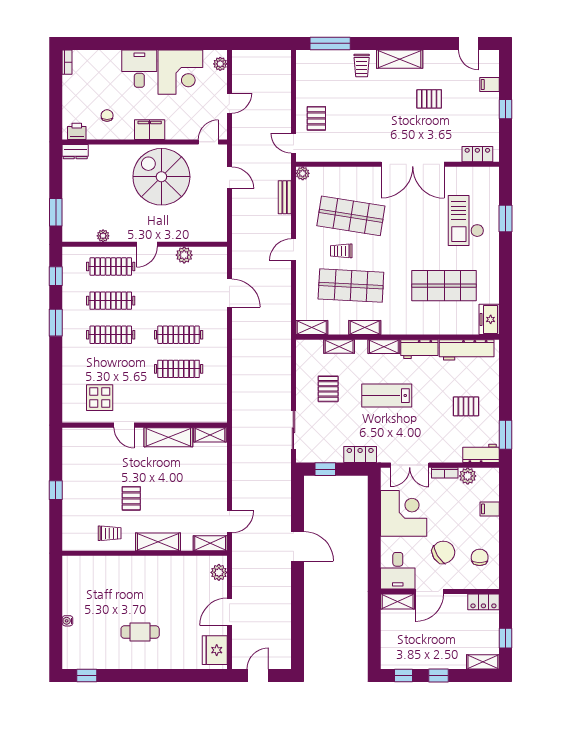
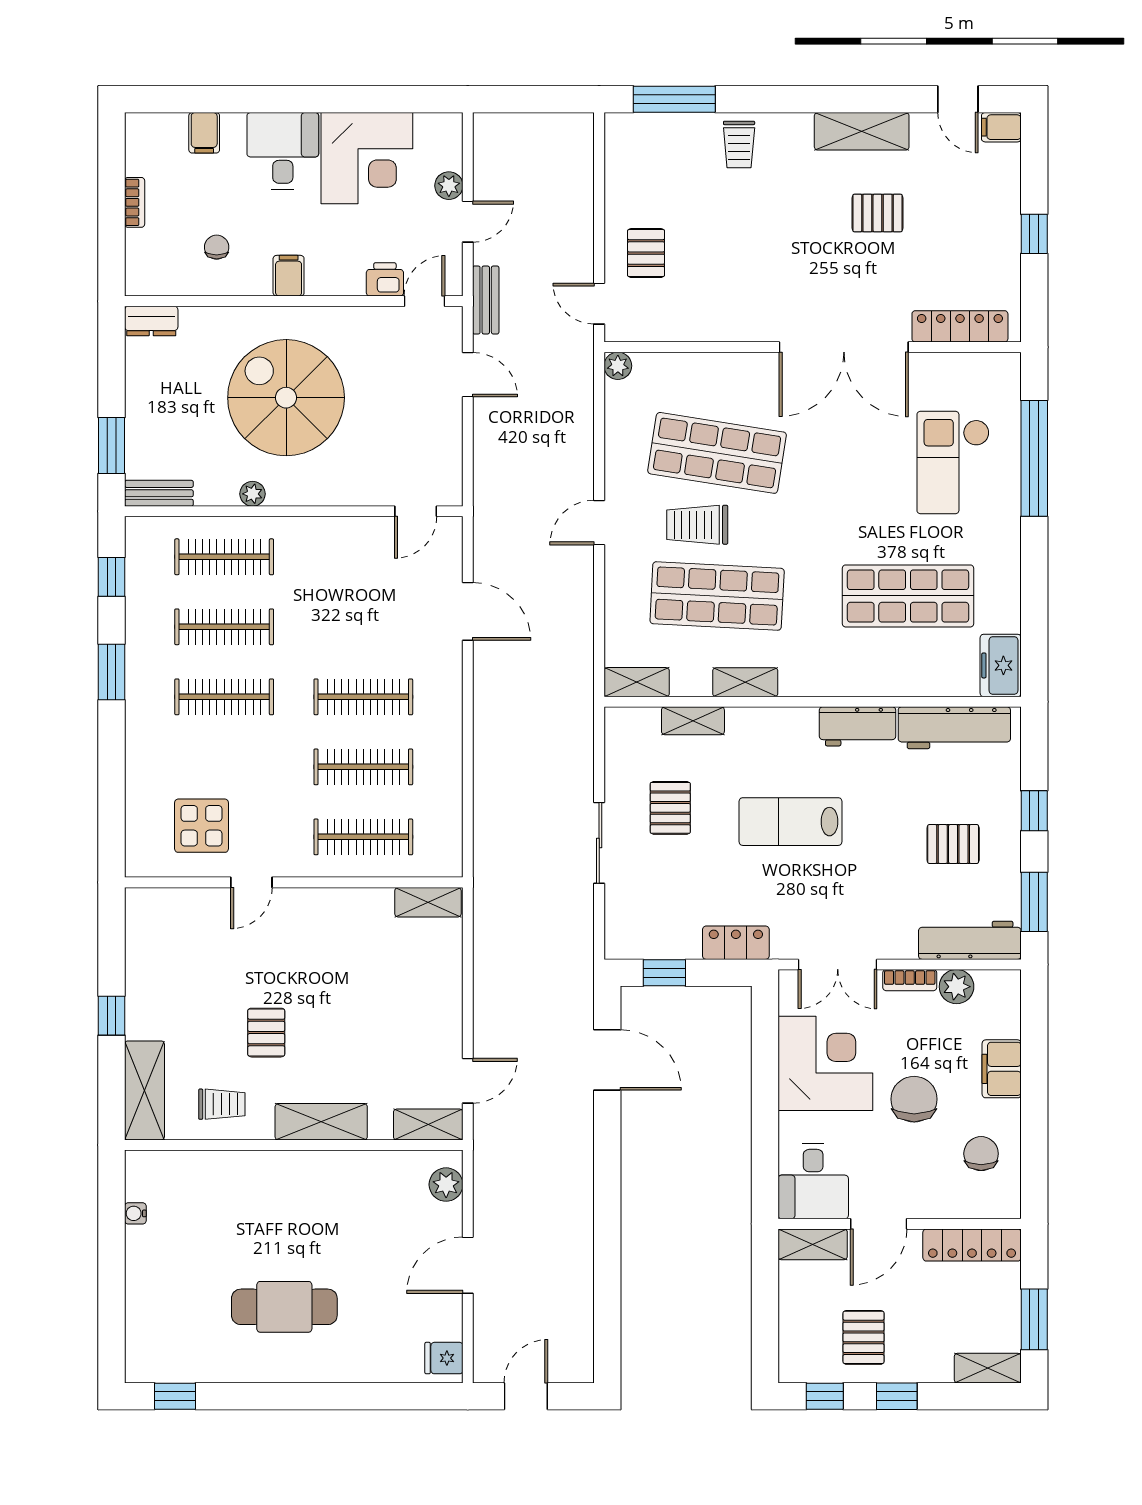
shelving: (400, 59) -> (862, 131), moved
filing cabinet: (101, 60) -> (204, 133), added
bookcase: (67, 62) -> (135, 202), moved
plant: (220, 64) -> (449, 186), moved
filing cabinet: (489, 84) -> (1001, 127), moved
filing cabinet: (150, 130) -> (289, 276), width x0.50
printer: (77, 131) -> (385, 279), moved
locker: (477, 154) -> (960, 326), width x1.53
spiral stairs: (161, 177) -> (286, 398), moved
bench: (285, 197) -> (486, 300), moved
window: (505, 218) -> (1034, 458), width x2.11
bench: (79, 236) -> (159, 493), added
plant: (103, 236) -> (253, 494), moved
door: (147, 244) -> (416, 511), moved
trolley: (341, 251) -> (697, 525), width x1.36, depth x1.39
plant: (184, 255) -> (375, 533), removed
shelving: (384, 347) -> (785, 721), removed
window: (505, 390) -> (1034, 811), added
clothes rail: (179, 403) -> (363, 837), added
door: (124, 425) -> (251, 882), hinge flipped
sliding door: (293, 430) -> (599, 843), moved
shelving: (168, 437) -> (144, 1090), moved, turned 90
workbench: (481, 453) -> (970, 940), width x1.38
filing cabinet: (490, 509) -> (1002, 1069), width x2.00
door: (297, 546) -> (607, 1060), moved
chair: (443, 552) -> (914, 1099), moved, turned -58
locker: (483, 602) -> (972, 1245), width x1.53
water cooler: (67, 621) -> (135, 1213), moved
cafe table: (140, 632) -> (284, 1307), width x1.37, depth x1.35
window: (505, 638) -> (1034, 1319), width x1.50
pallet: (422, 647) -> (864, 1337), added
fridge: (215, 650) -> (444, 1358), width x0.53, depth x0.75

